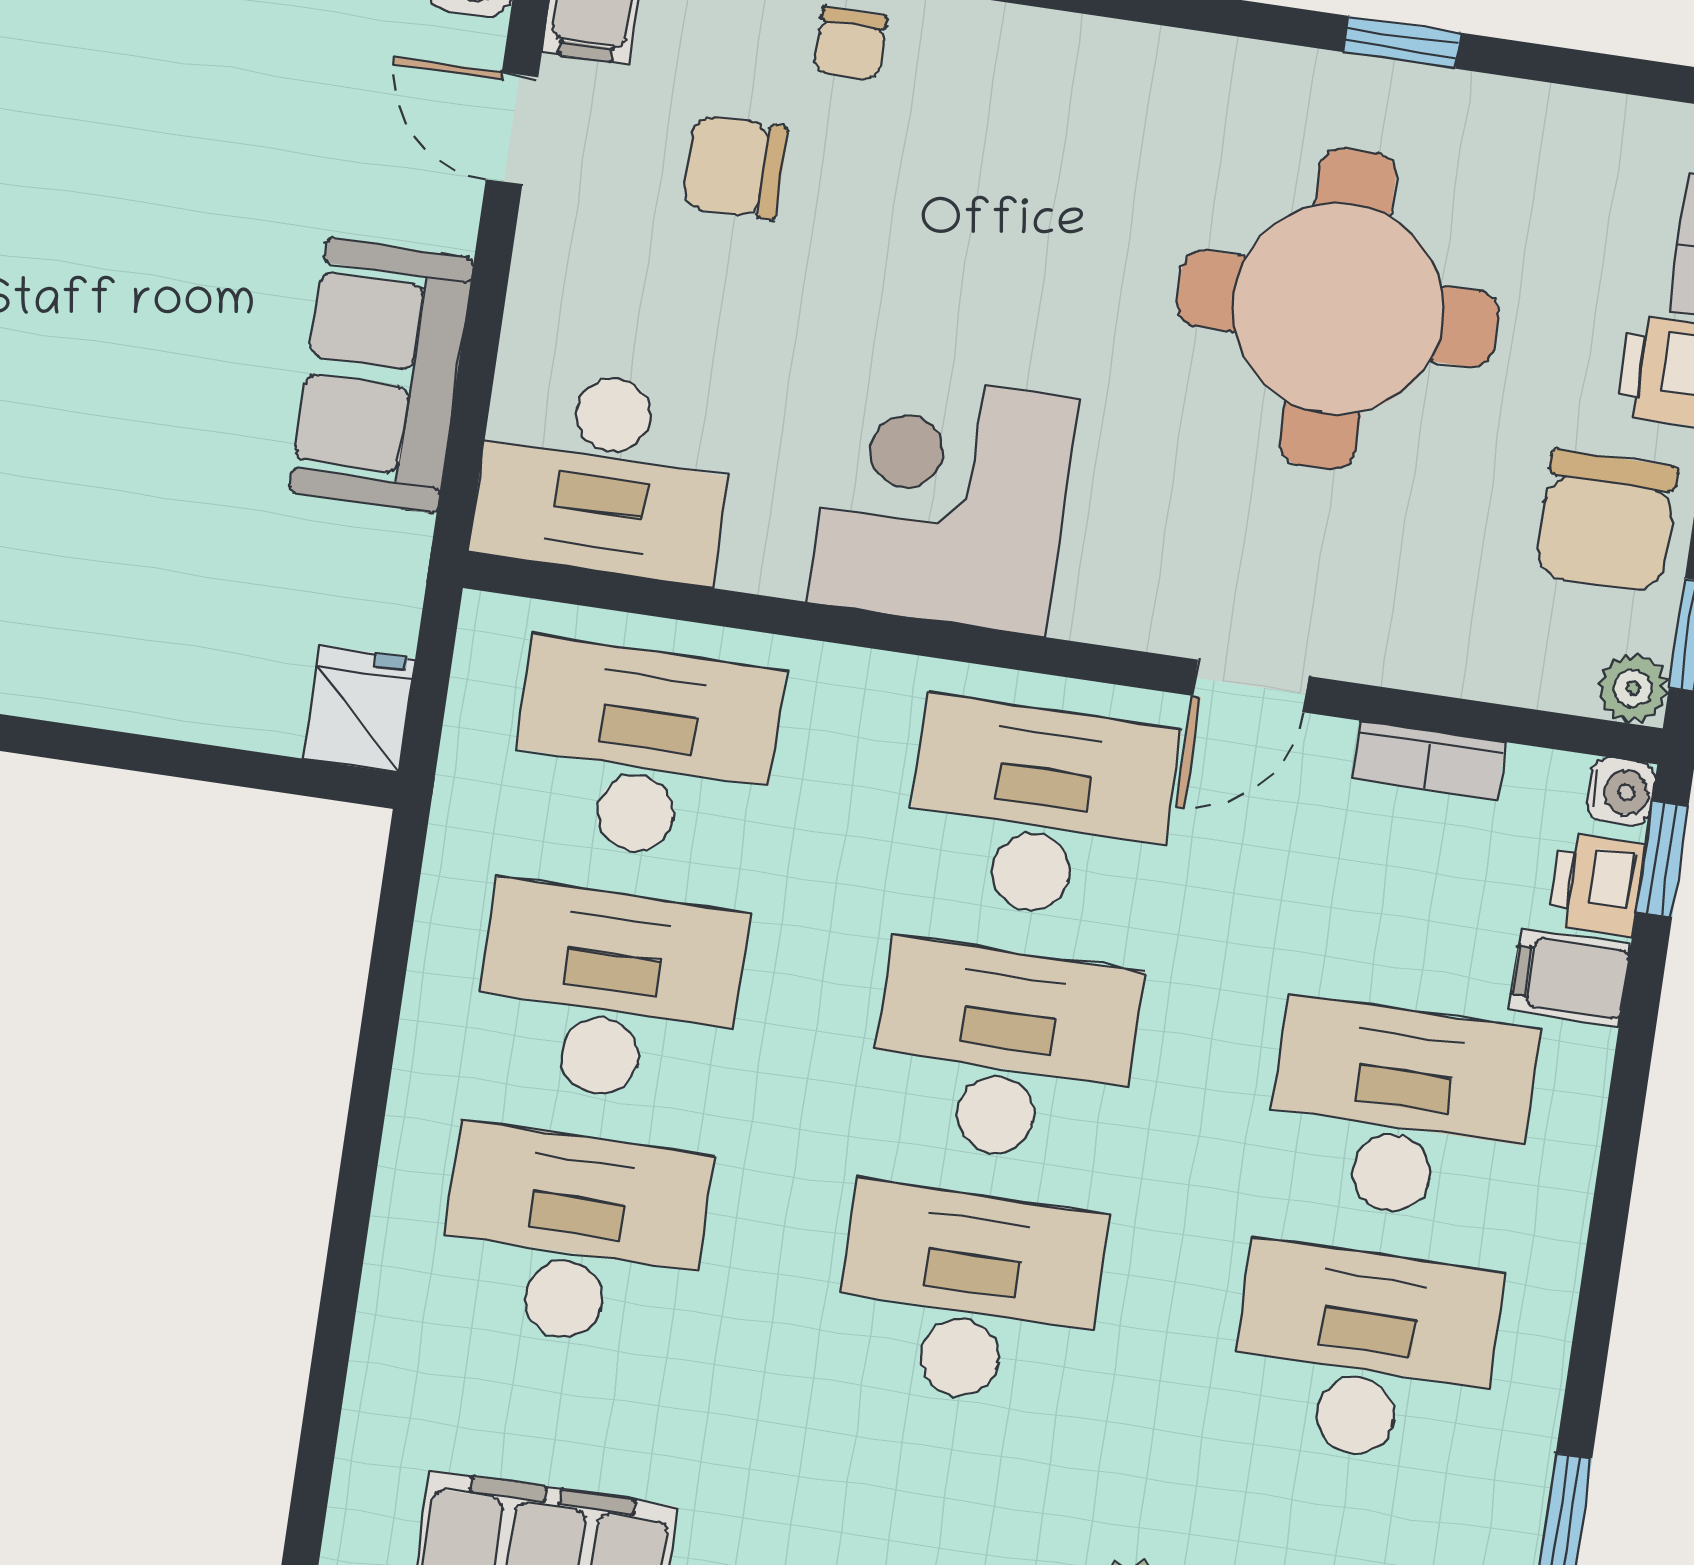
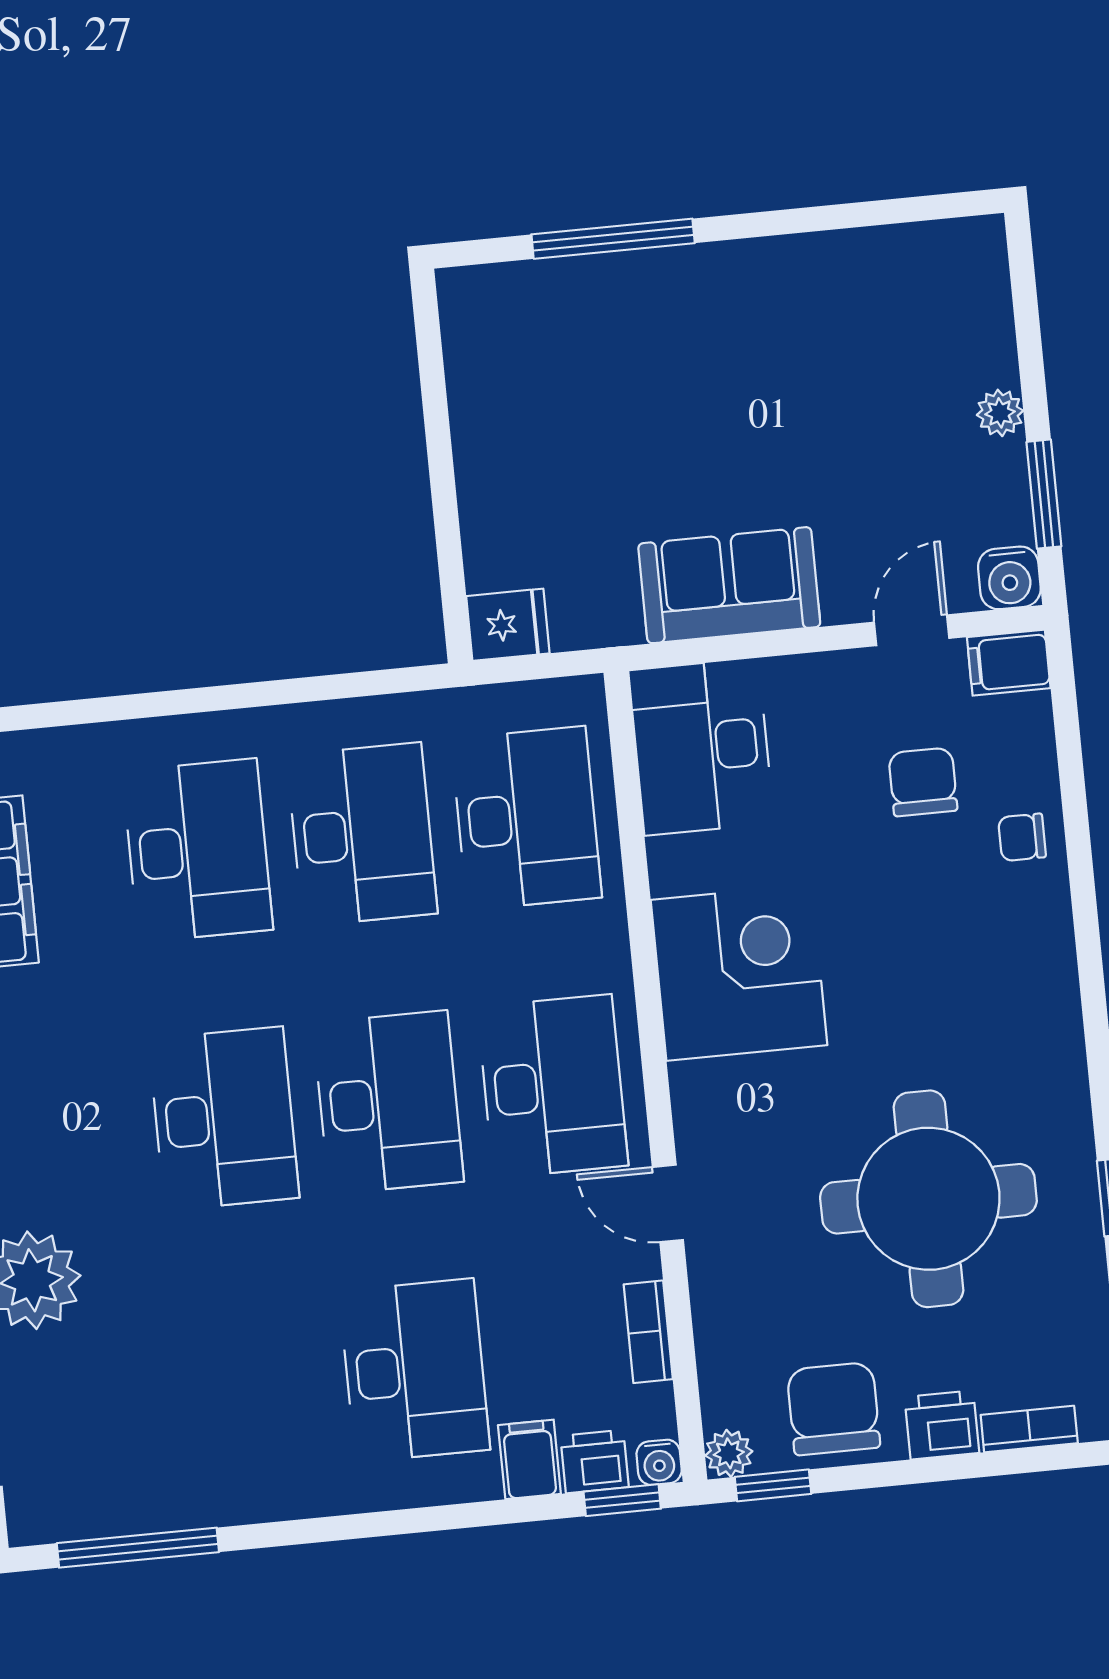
chair: (1606, 521) -> (834, 1409), turned 90
desk: (1365, 1354) -> (250, 1386), removed

